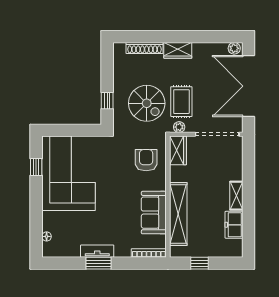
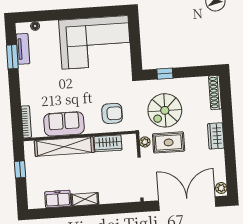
shoe rack: (144, 48) -> (215, 93), moved
wardrobe: (178, 150) -> (108, 143), moved
window: (36, 167) -> (99, 12), removed
tv unit: (97, 251) -> (23, 49), moved
window: (98, 263) -> (12, 57), moved

